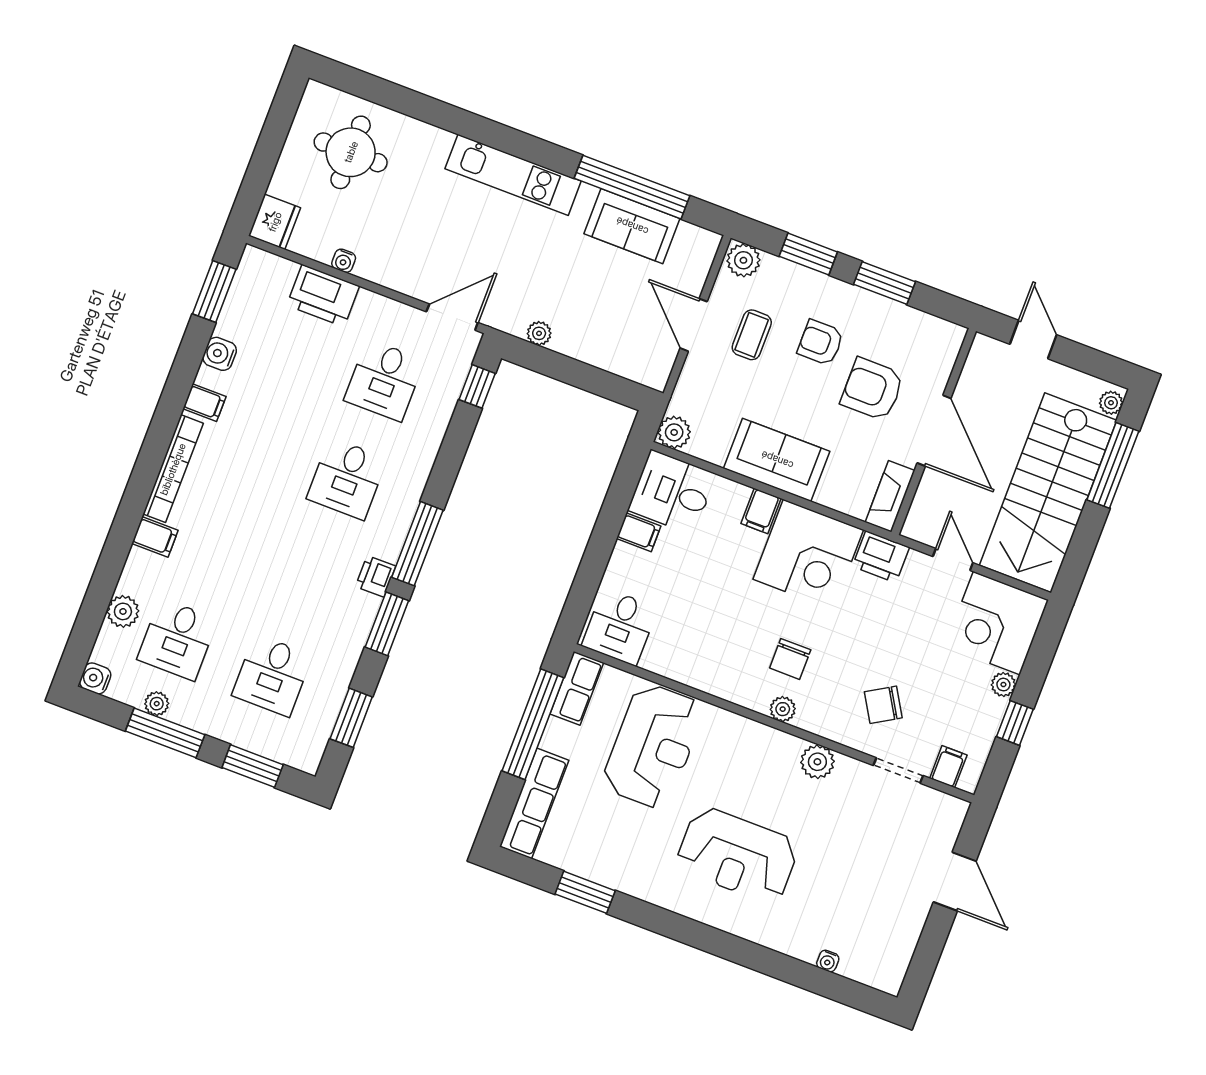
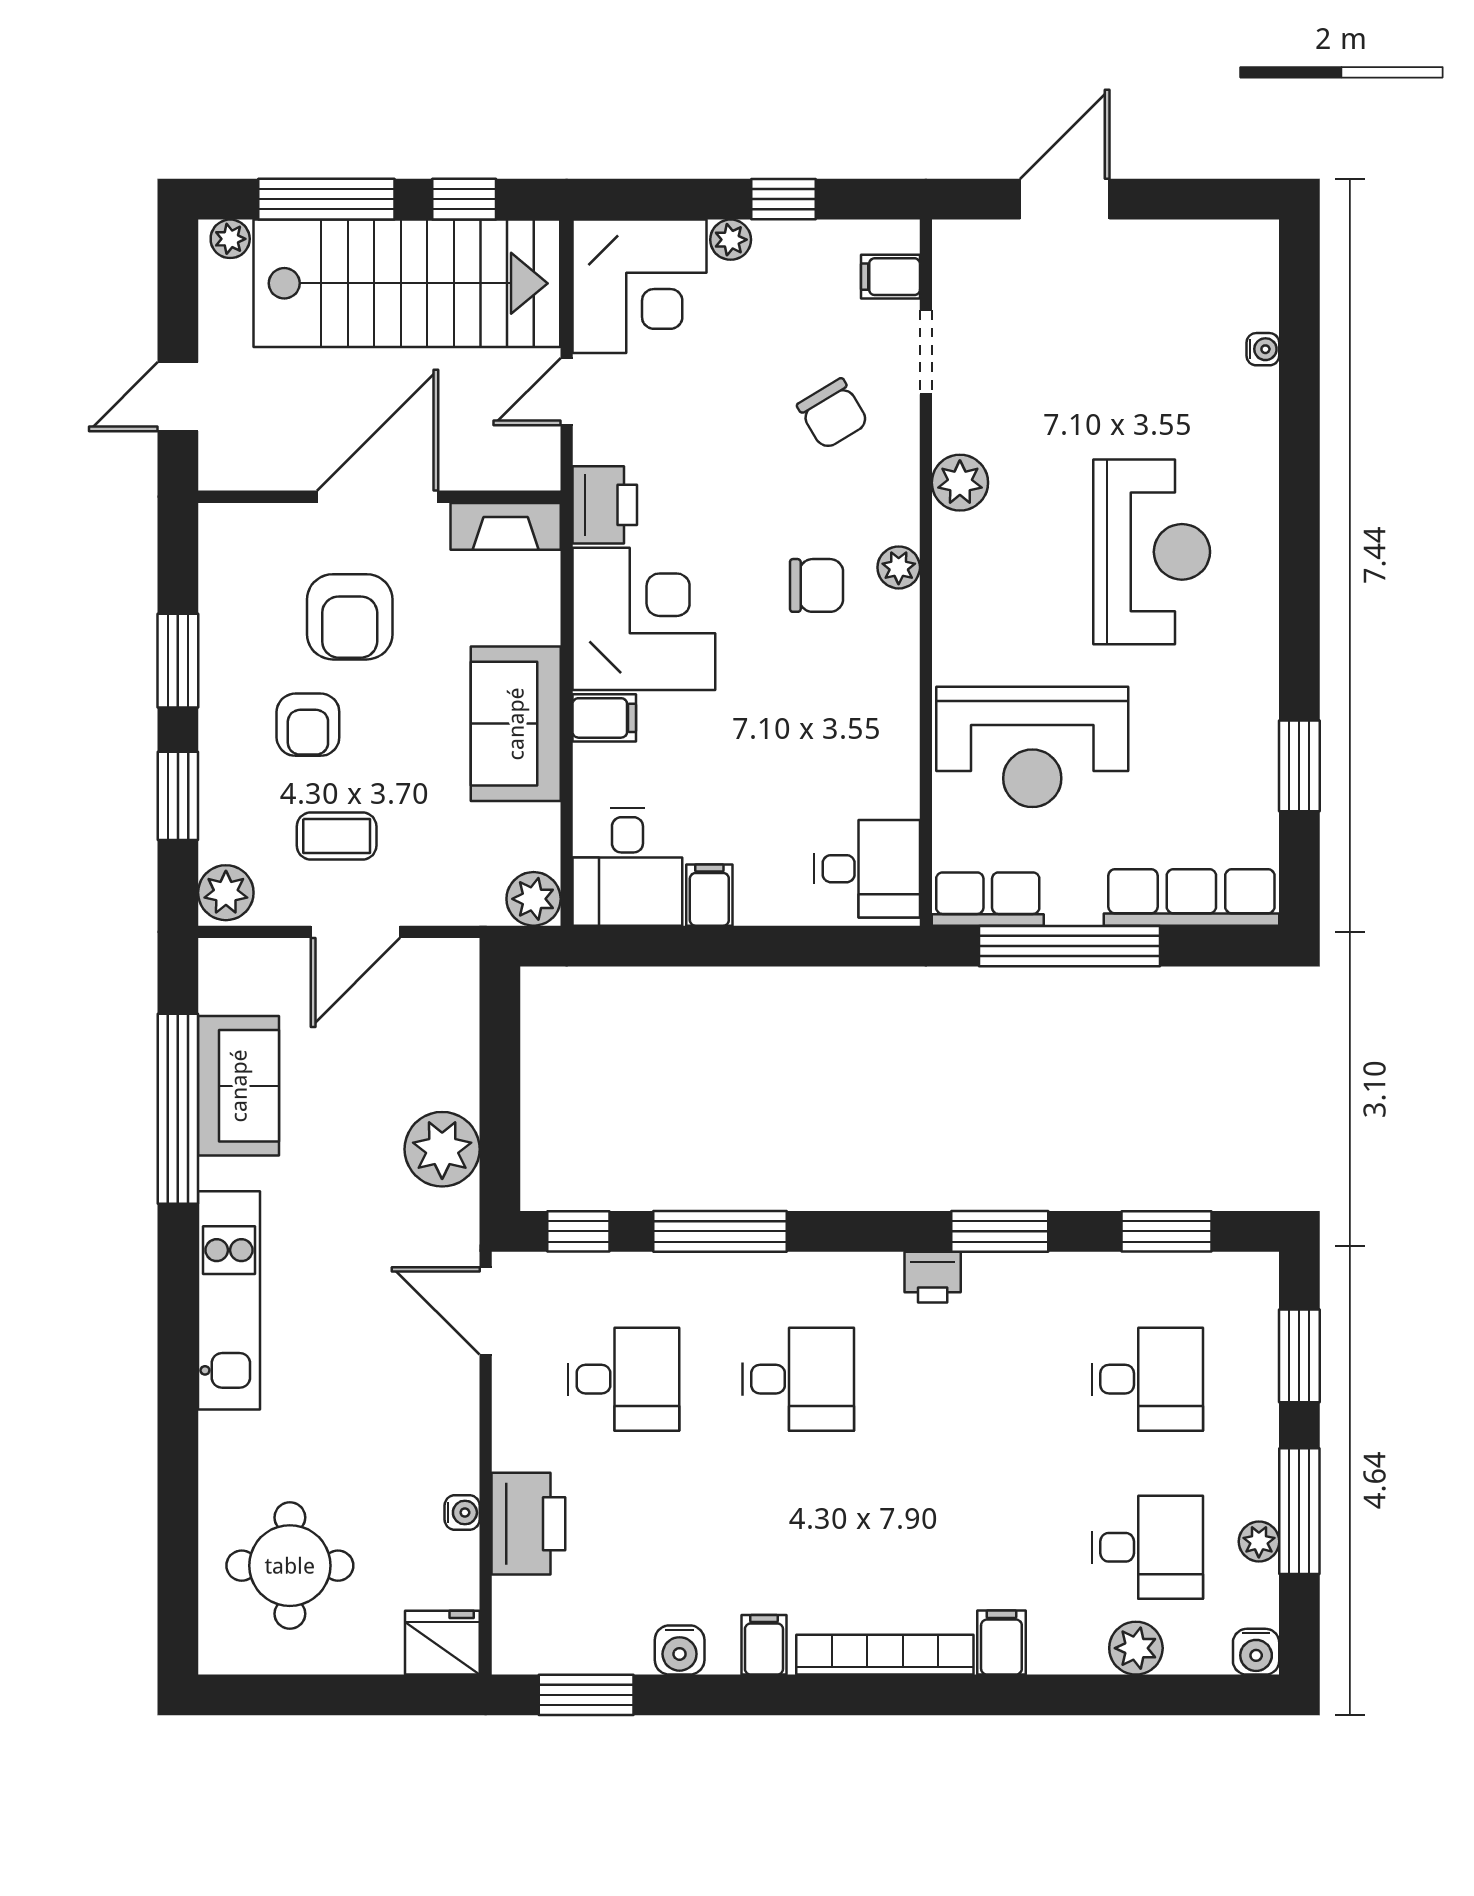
plant: (539, 333) -> (442, 1149), width x1.88, depth x1.88
window: (1083, 543) -> (464, 199), added
window: (417, 544) -> (720, 1231), moved
reception desk: (653, 746) -> (1032, 747), turned 180

